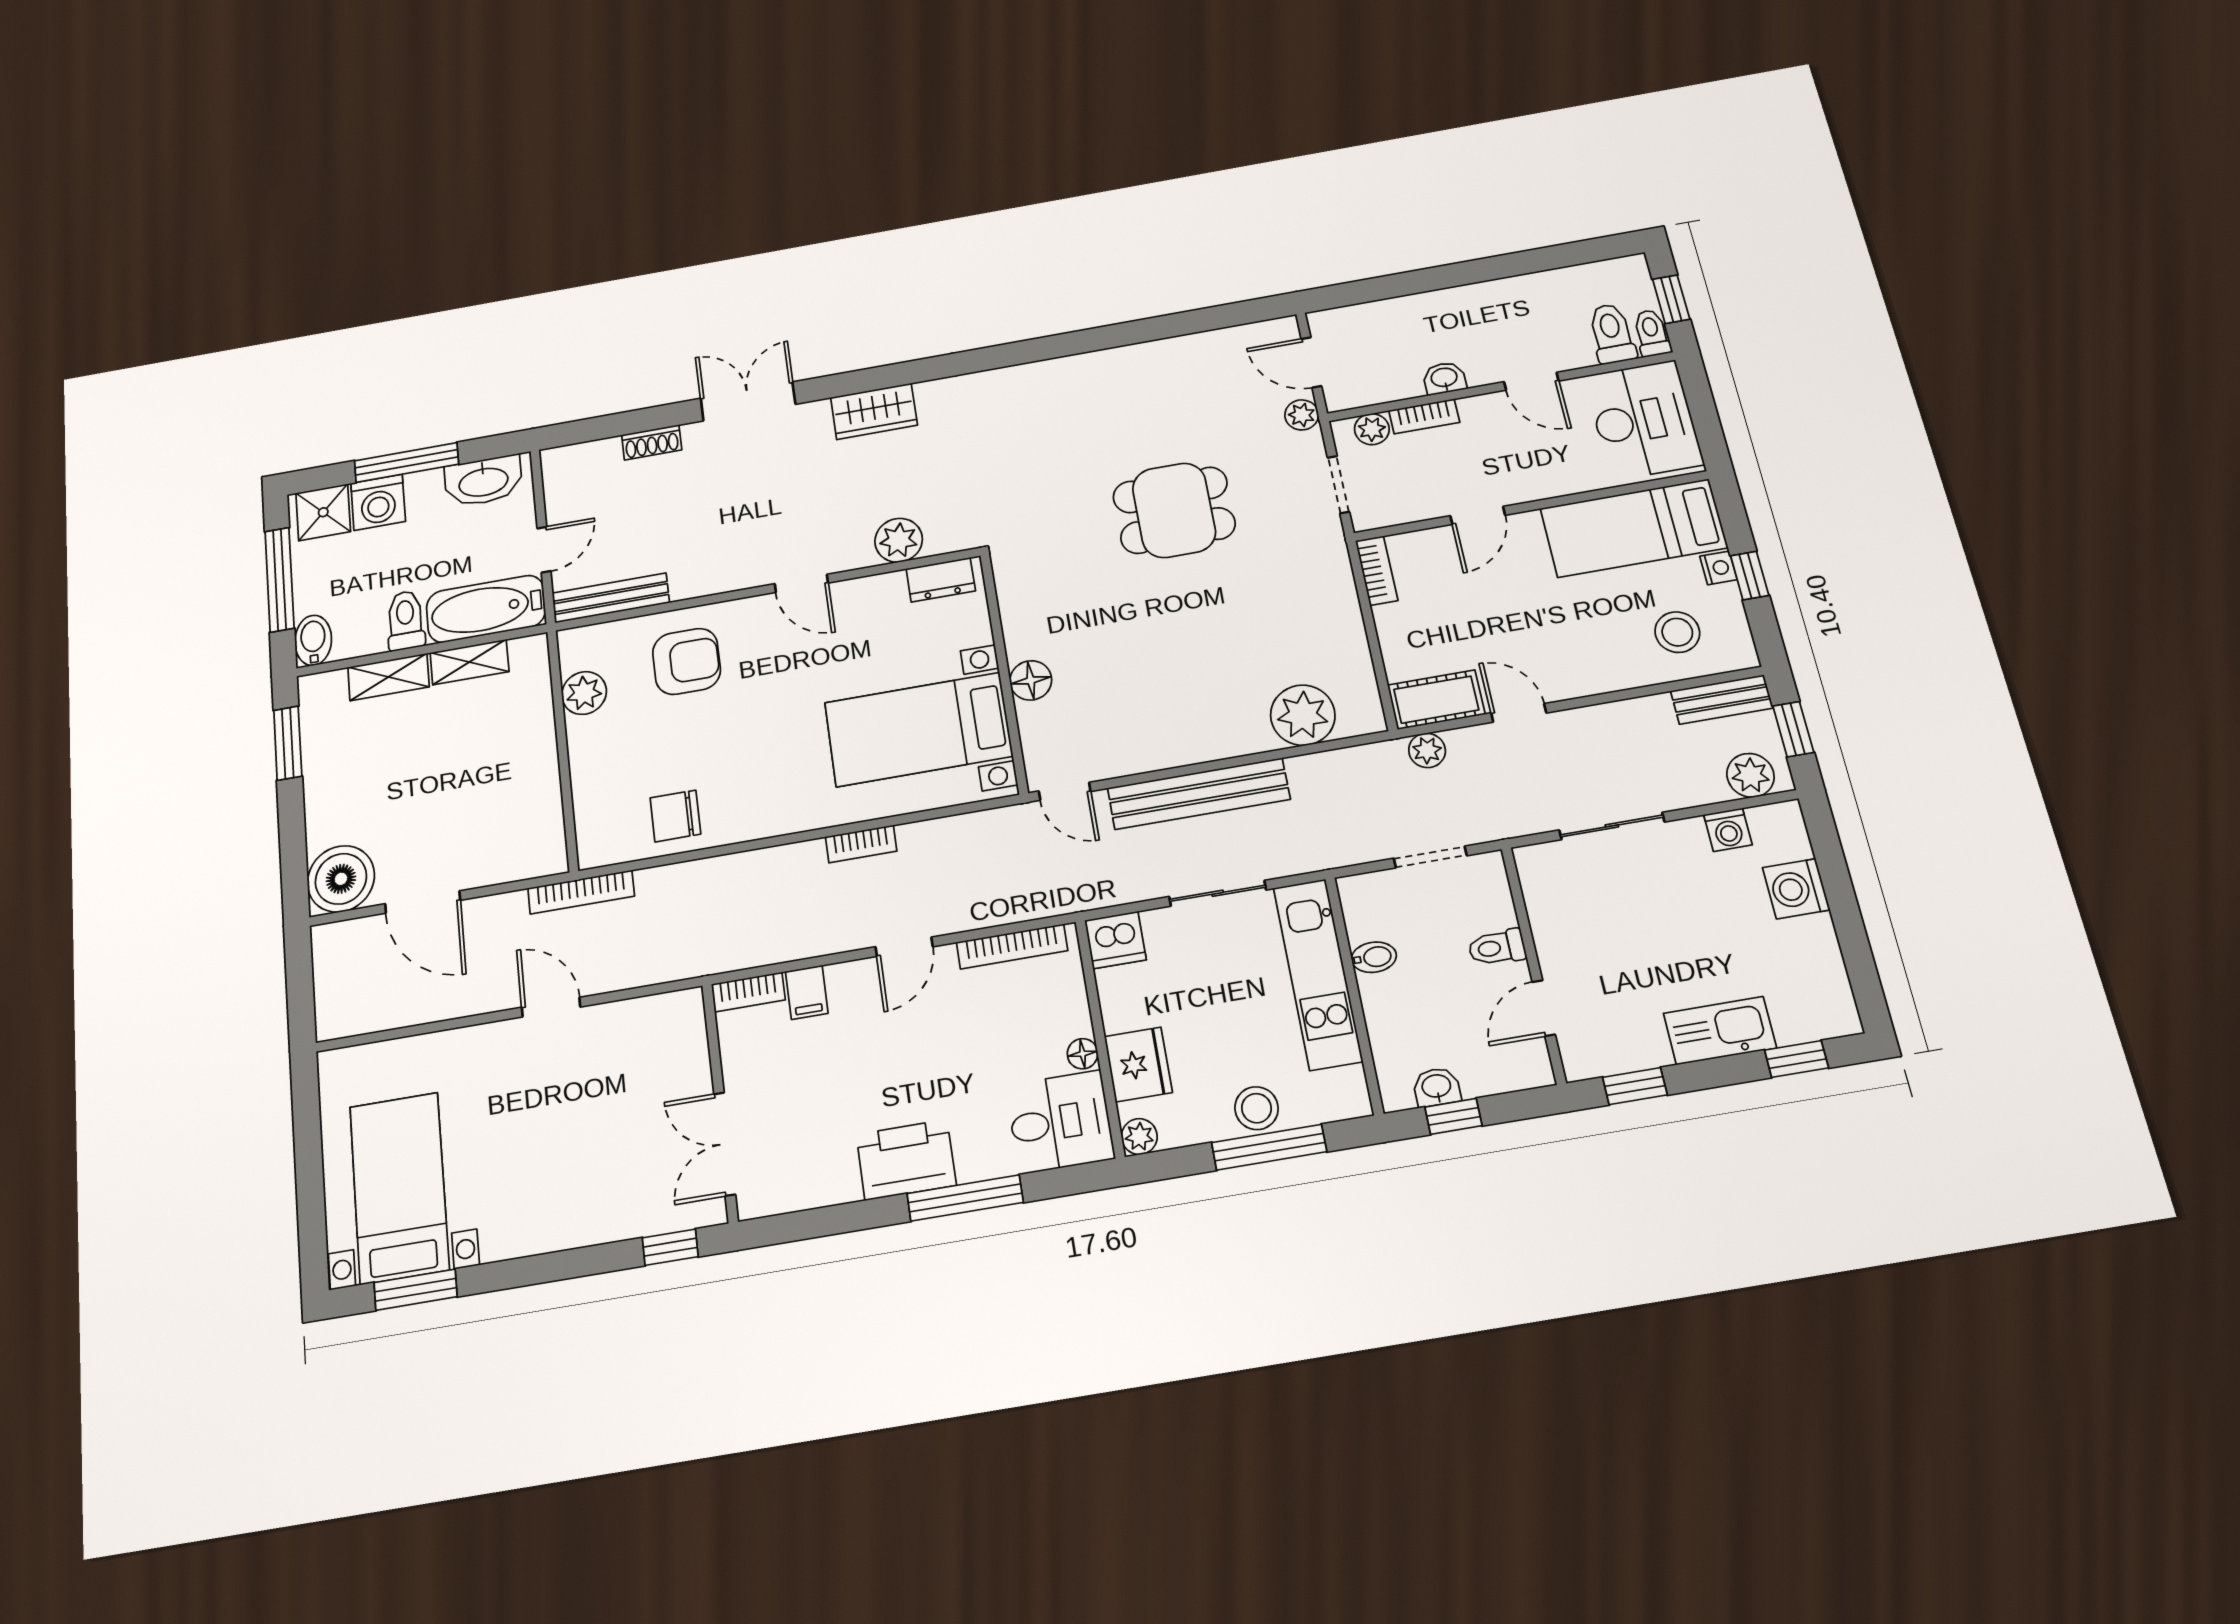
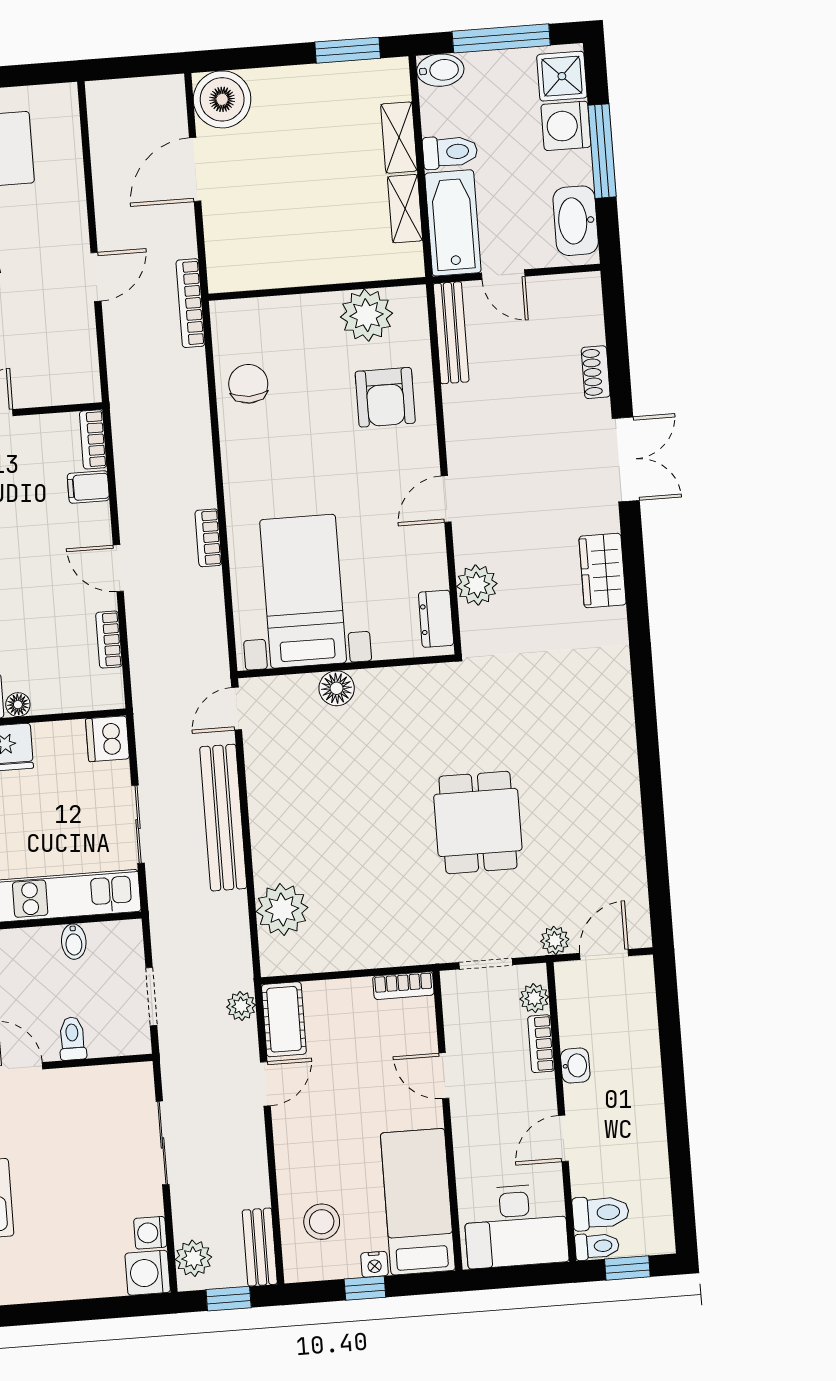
plant: (584, 693) -> (366, 315), width x1.36, depth x1.36
washing machine: (1796, 889) -> (148, 1273), moved, turned -90
bookcase: (1012, 946) -> (109, 640), width x0.64

